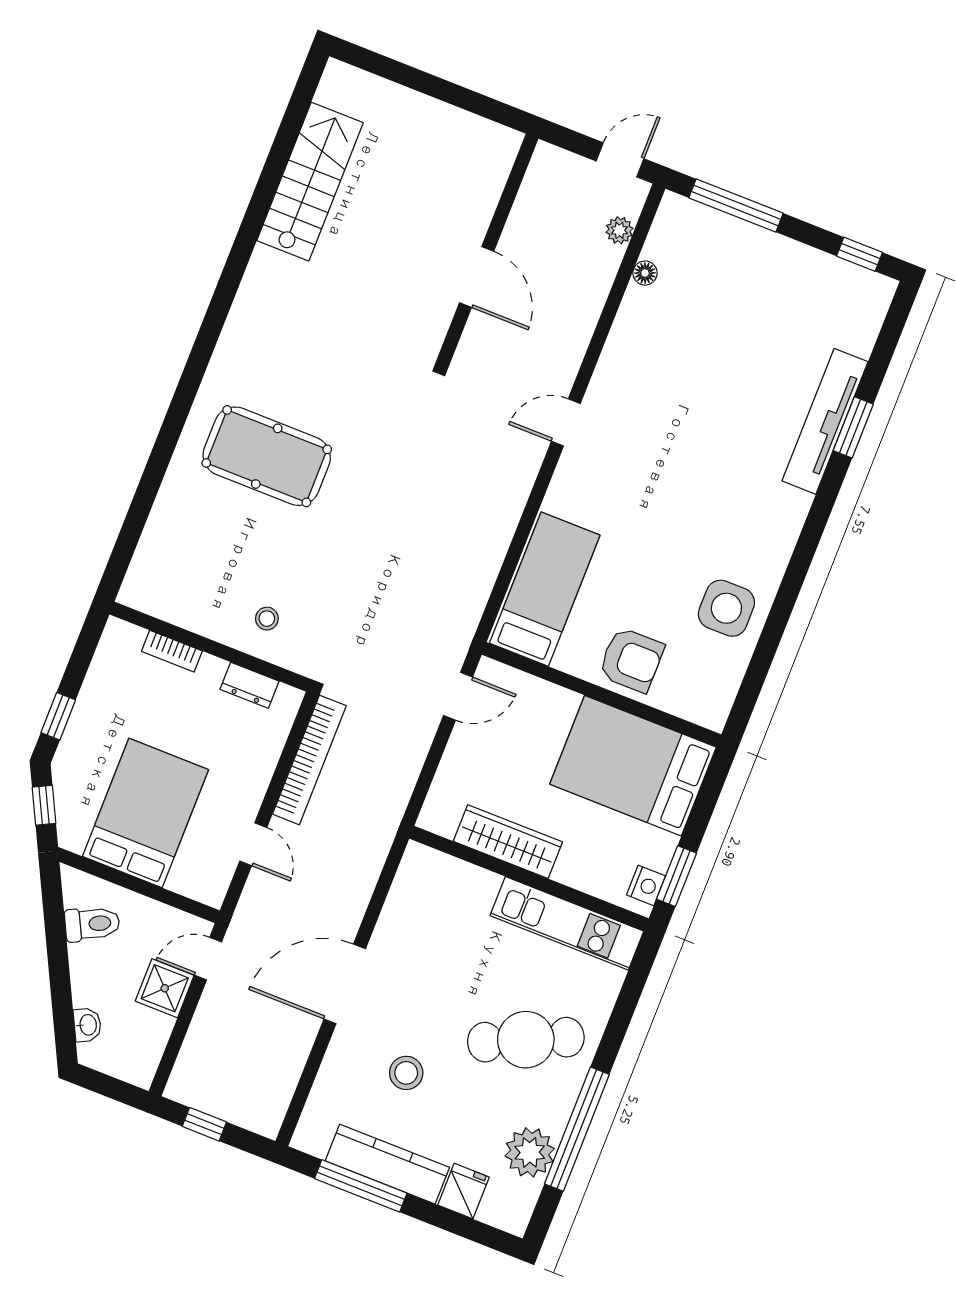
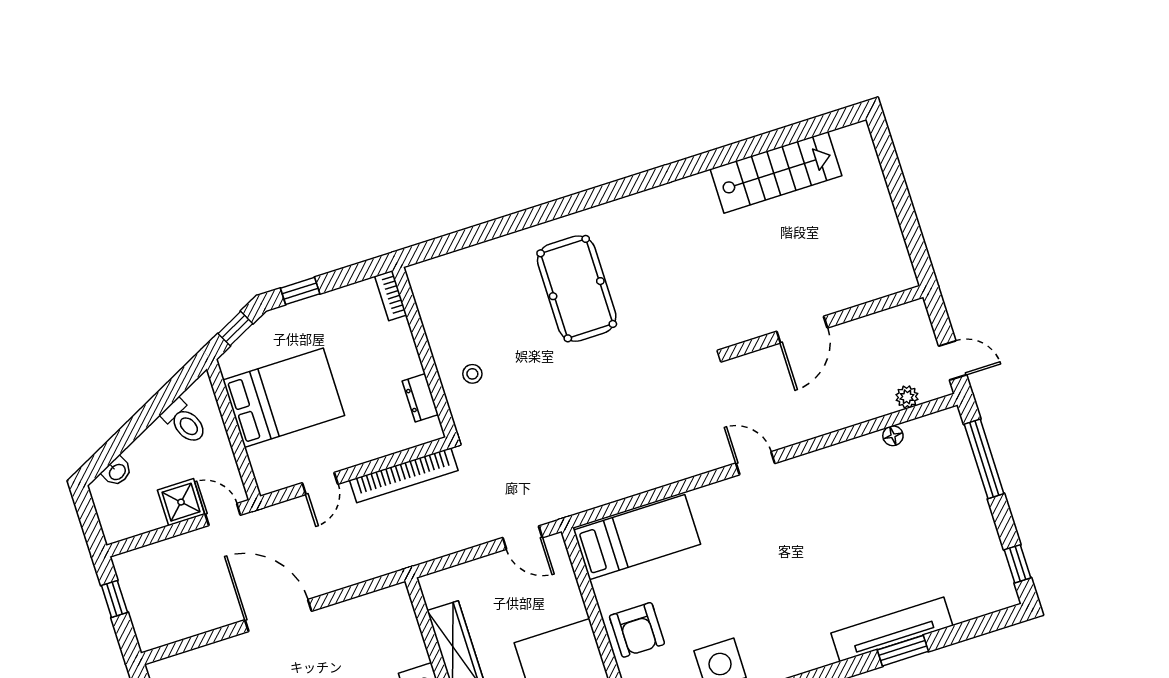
bookcase: (172, 651) -> (391, 296), moved

